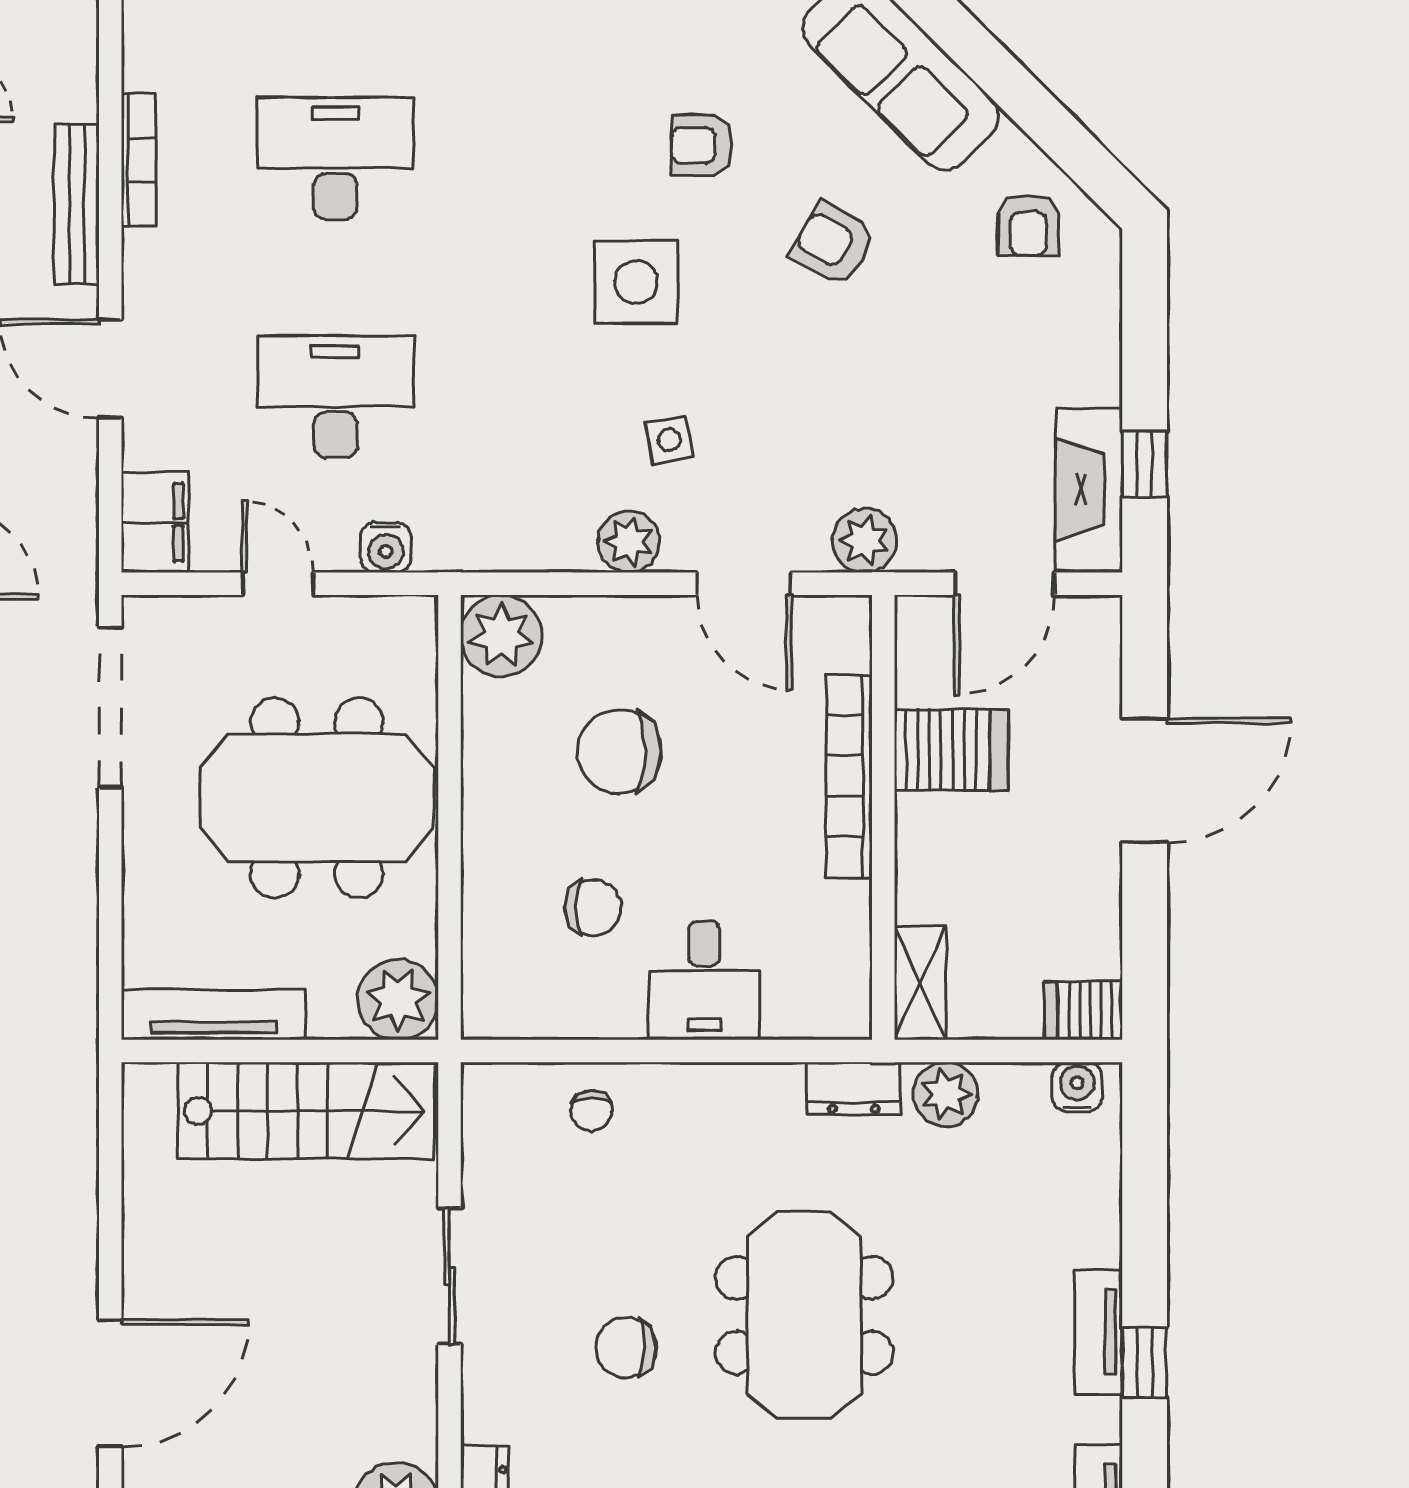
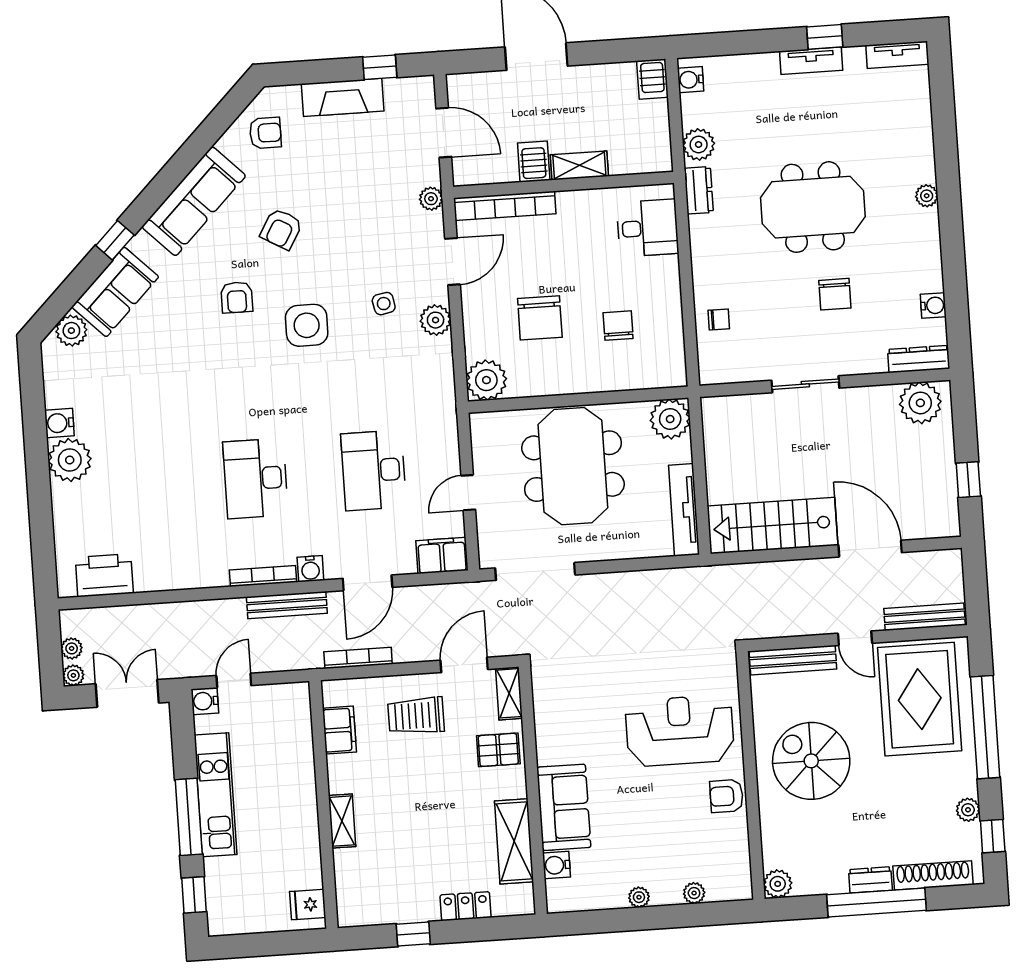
fireplace: (1089, 489) -> (343, 97), moved
plant: (865, 540) -> (431, 199), width x0.73, depth x0.73
water cooler: (386, 548) -> (310, 569), moved, turned 90
server rack: (951, 750) -> (534, 162), width x0.73, depth x0.70
bookcase: (849, 776) -> (505, 206), moved
desk: (704, 980) -> (648, 228), moved
shelving: (920, 983) -> (579, 165), moved
stairs: (306, 1111) -> (773, 526), moved, turned -90

